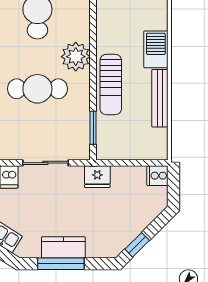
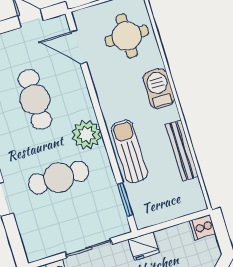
barbecue: (156, 49) -> (159, 89), moved
sun lounger: (111, 84) -> (129, 152), turned 180

